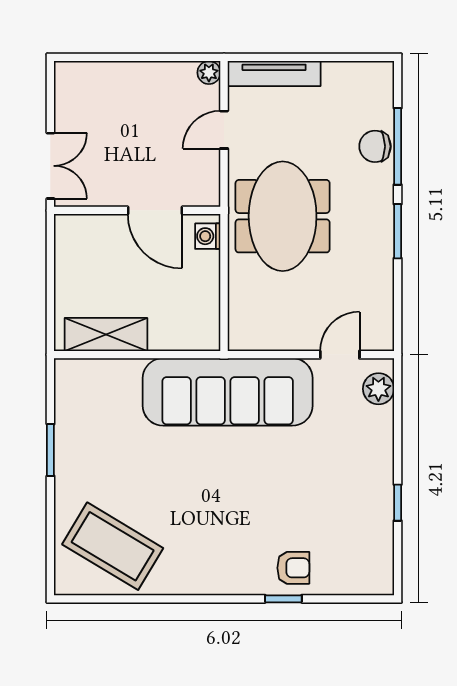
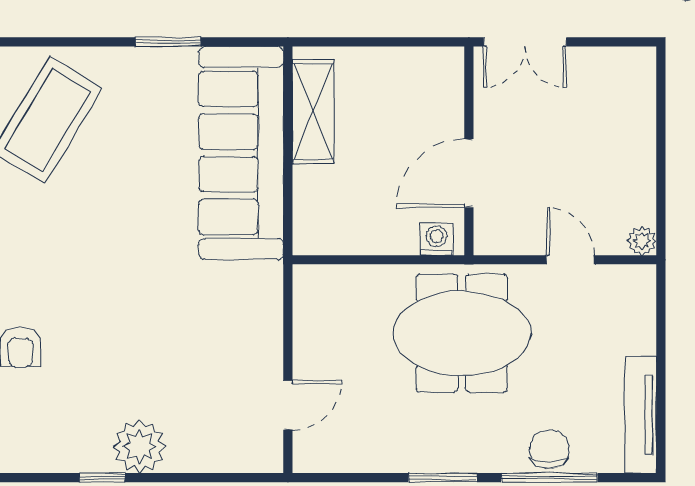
tv unit: (274, 74) -> (641, 415), moved
door: (340, 355) -> (288, 405), hinge flipped
plant: (378, 389) -> (139, 446), moved, width x1.36, depth x1.36
sofa: (228, 392) -> (241, 153), moved

